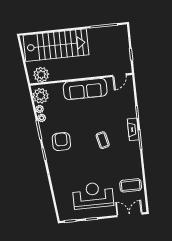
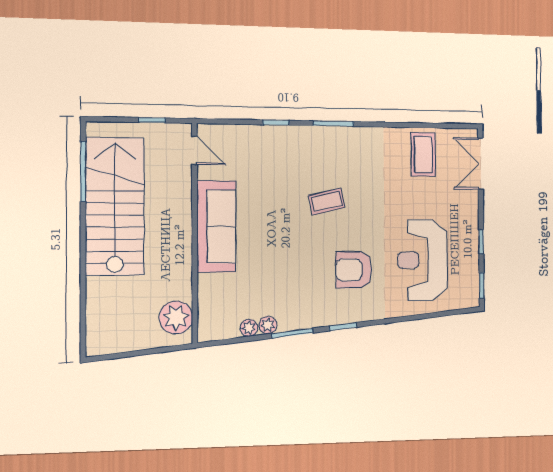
stairs: (56, 45) -> (115, 206), moved
plant: (41, 96) -> (221, 323), removed
fireplace: (133, 129) -> (311, 135), removed
armchair: (61, 142) -> (354, 270), moved
reception desk: (93, 195) -> (422, 260), moved

